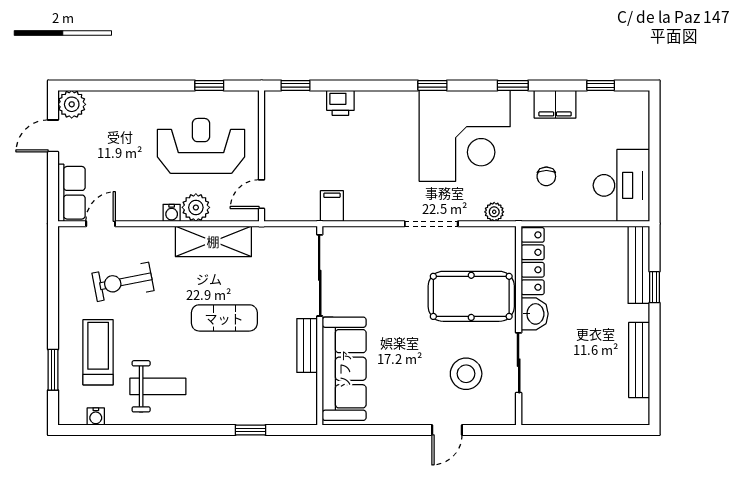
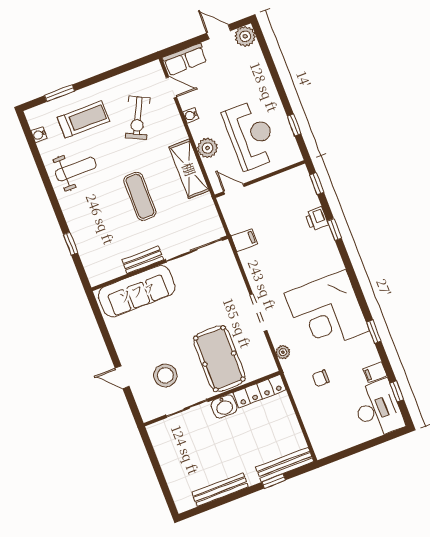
window: (432, 85) -> (334, 230), moved
filing cabinet: (555, 104) -> (375, 372), width x0.50
desk: (621, 185) -> (378, 409), moved, turned -90
water cooler: (172, 213) -> (191, 115), moved
exercise bike: (123, 282) -> (138, 118), turned -143
weight bench: (158, 386) -> (76, 169), turned -90

